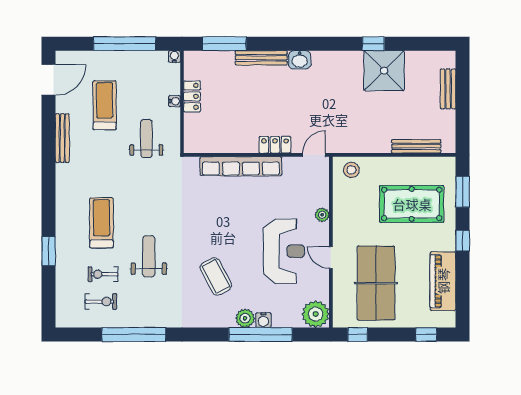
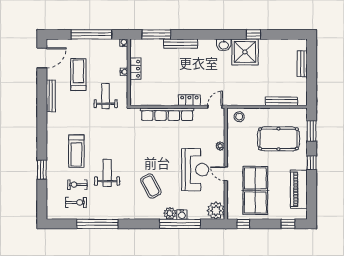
washbasin: (300, 60) -> (224, 45), moved
shower: (384, 71) -> (245, 52), moved
treadmill: (101, 223) -> (76, 151), turned 180

